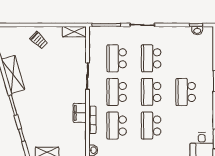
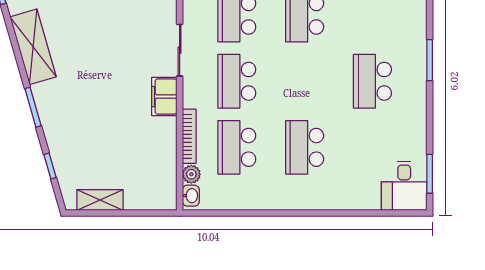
school desk: (151, 92) -> (305, 81), removed
filing cabinet: (80, 113) -> (164, 97), moved
plant: (93, 139) -> (191, 174), added

